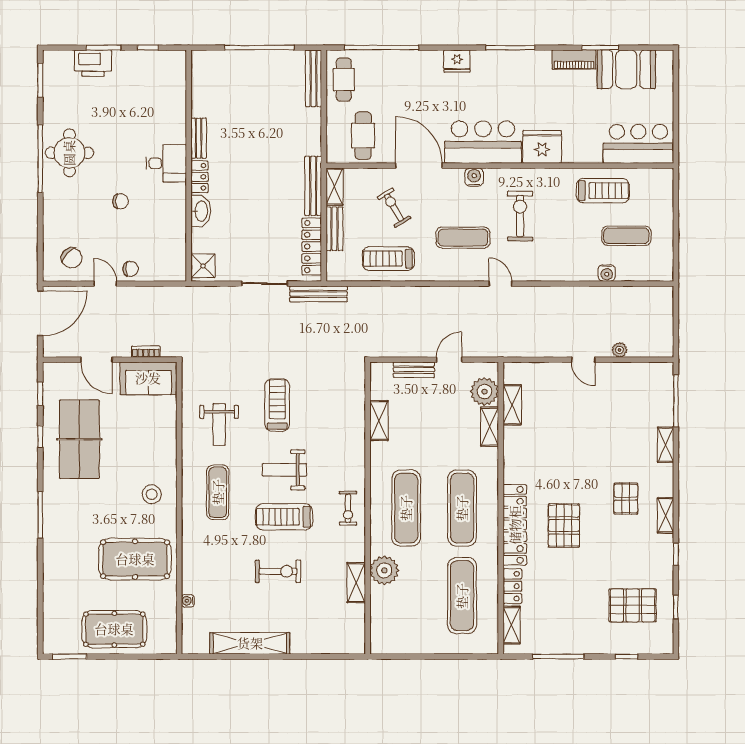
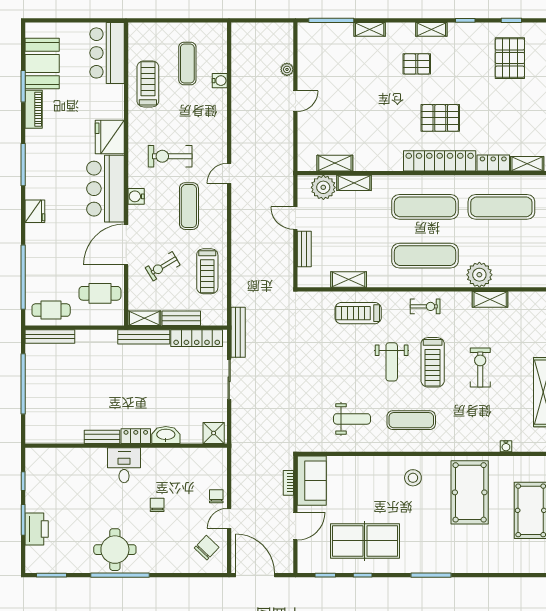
treadmill: (277, 405) -> (358, 313), moved

